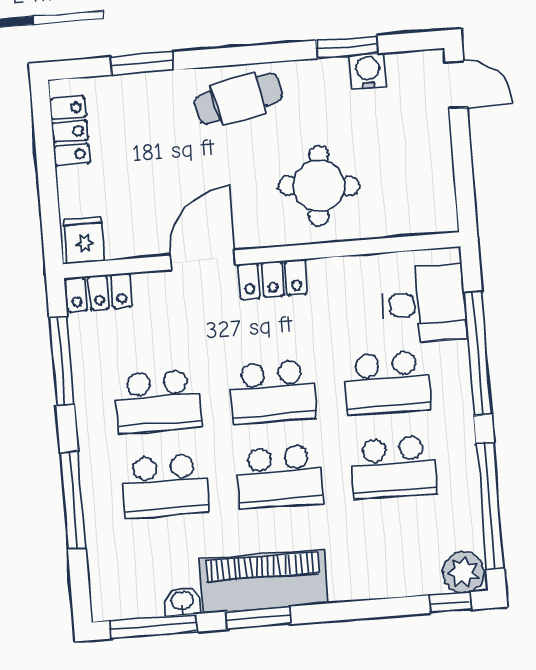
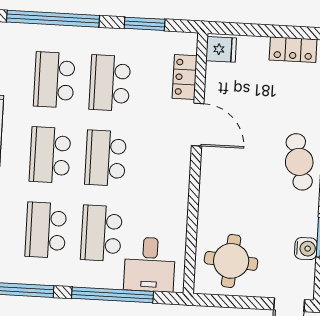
round table: (319, 186) -> (231, 261), moved
locker: (273, 279) -> (179, 168), removed
locker: (99, 292) -> (185, 77), moved
window: (62, 361) -> (145, 24), width x0.69
window: (73, 500) -> (53, 19), width x1.46

